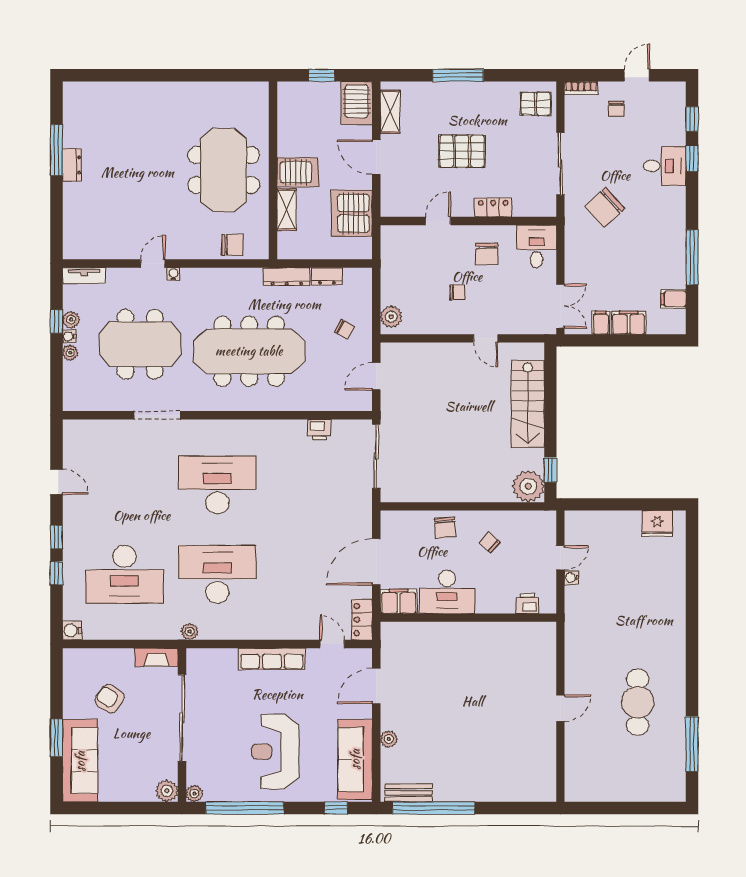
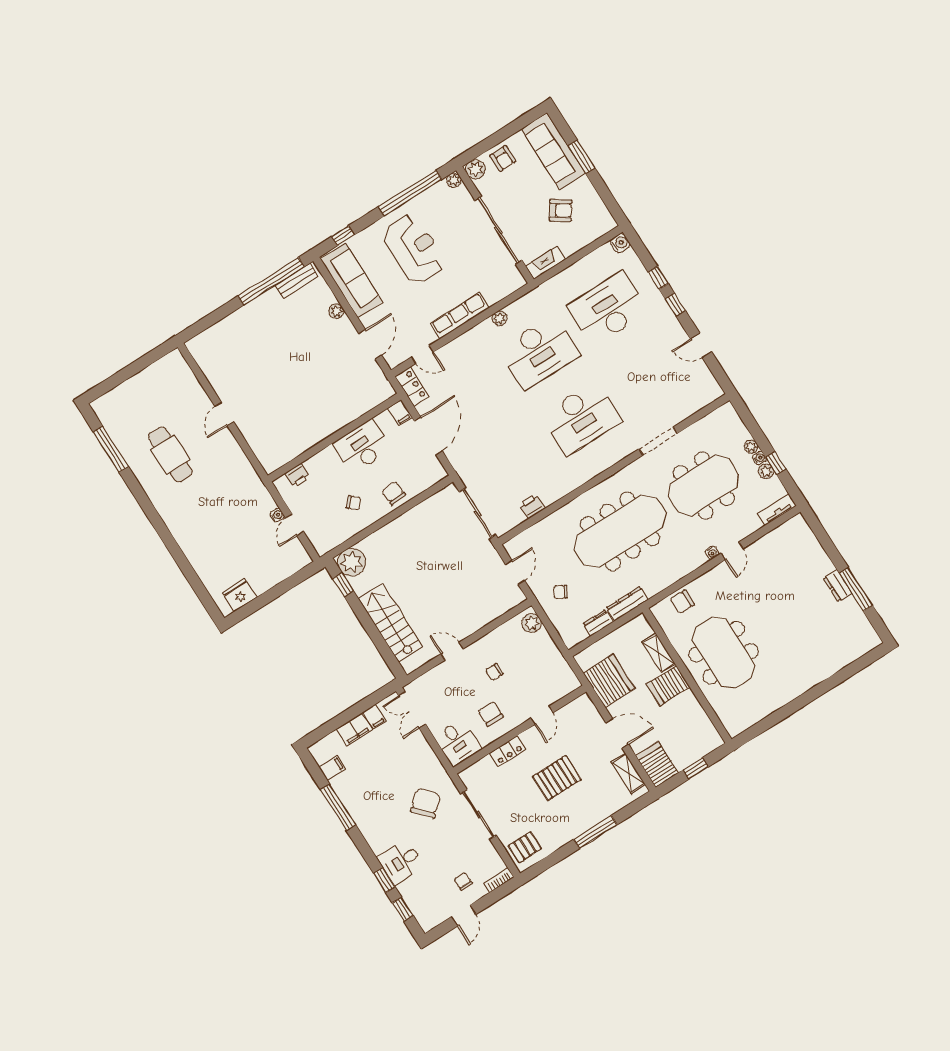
filing cabinet: (399, 601) -> (400, 413), width x0.50
plant: (190, 632) -> (500, 318), moved
armchair: (133, 785) -> (503, 158), added

